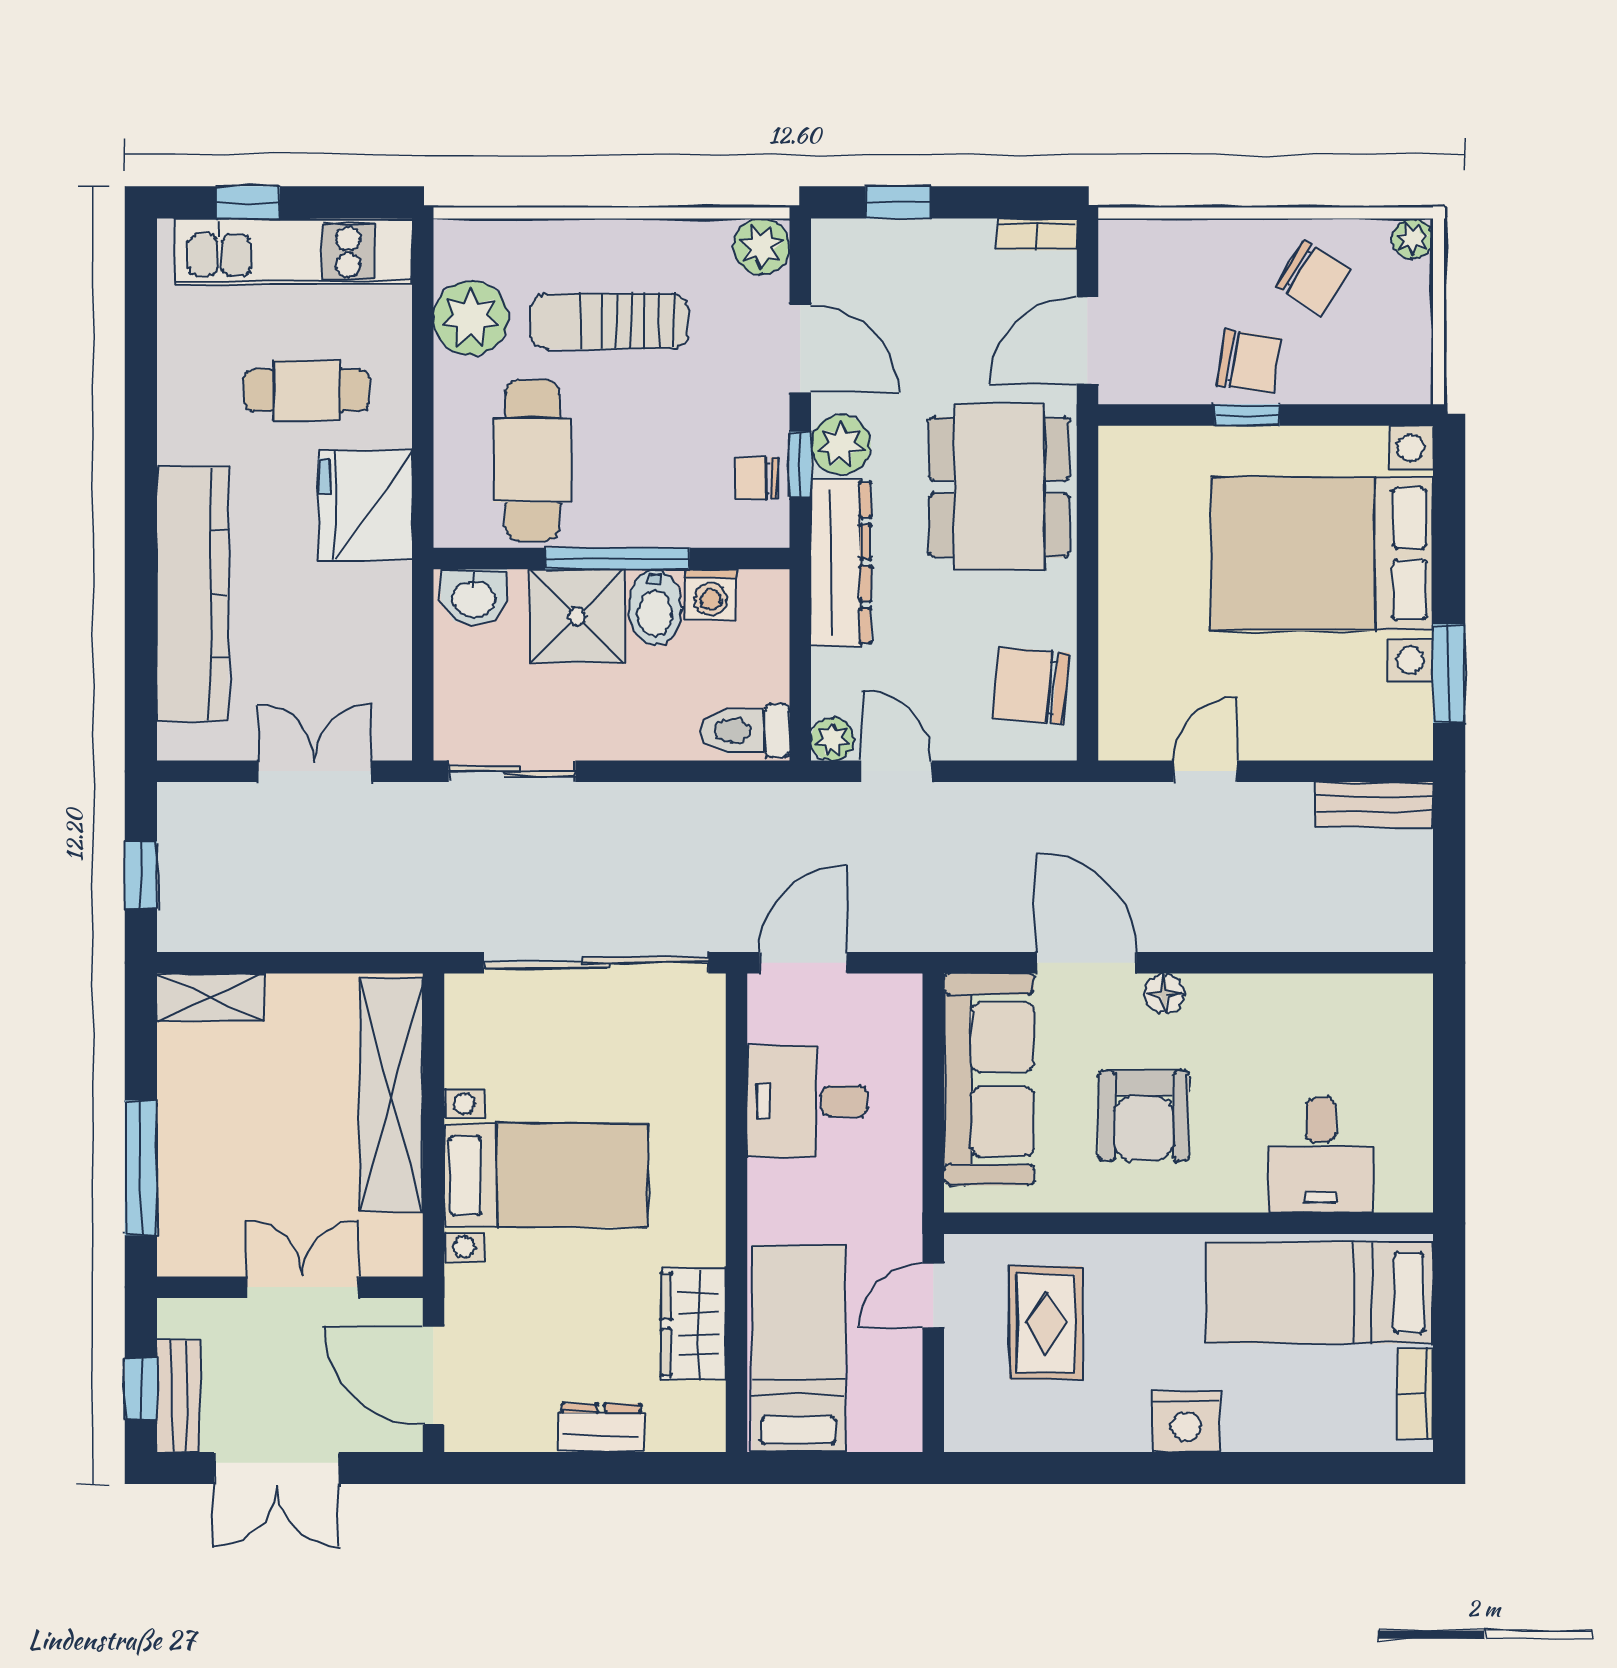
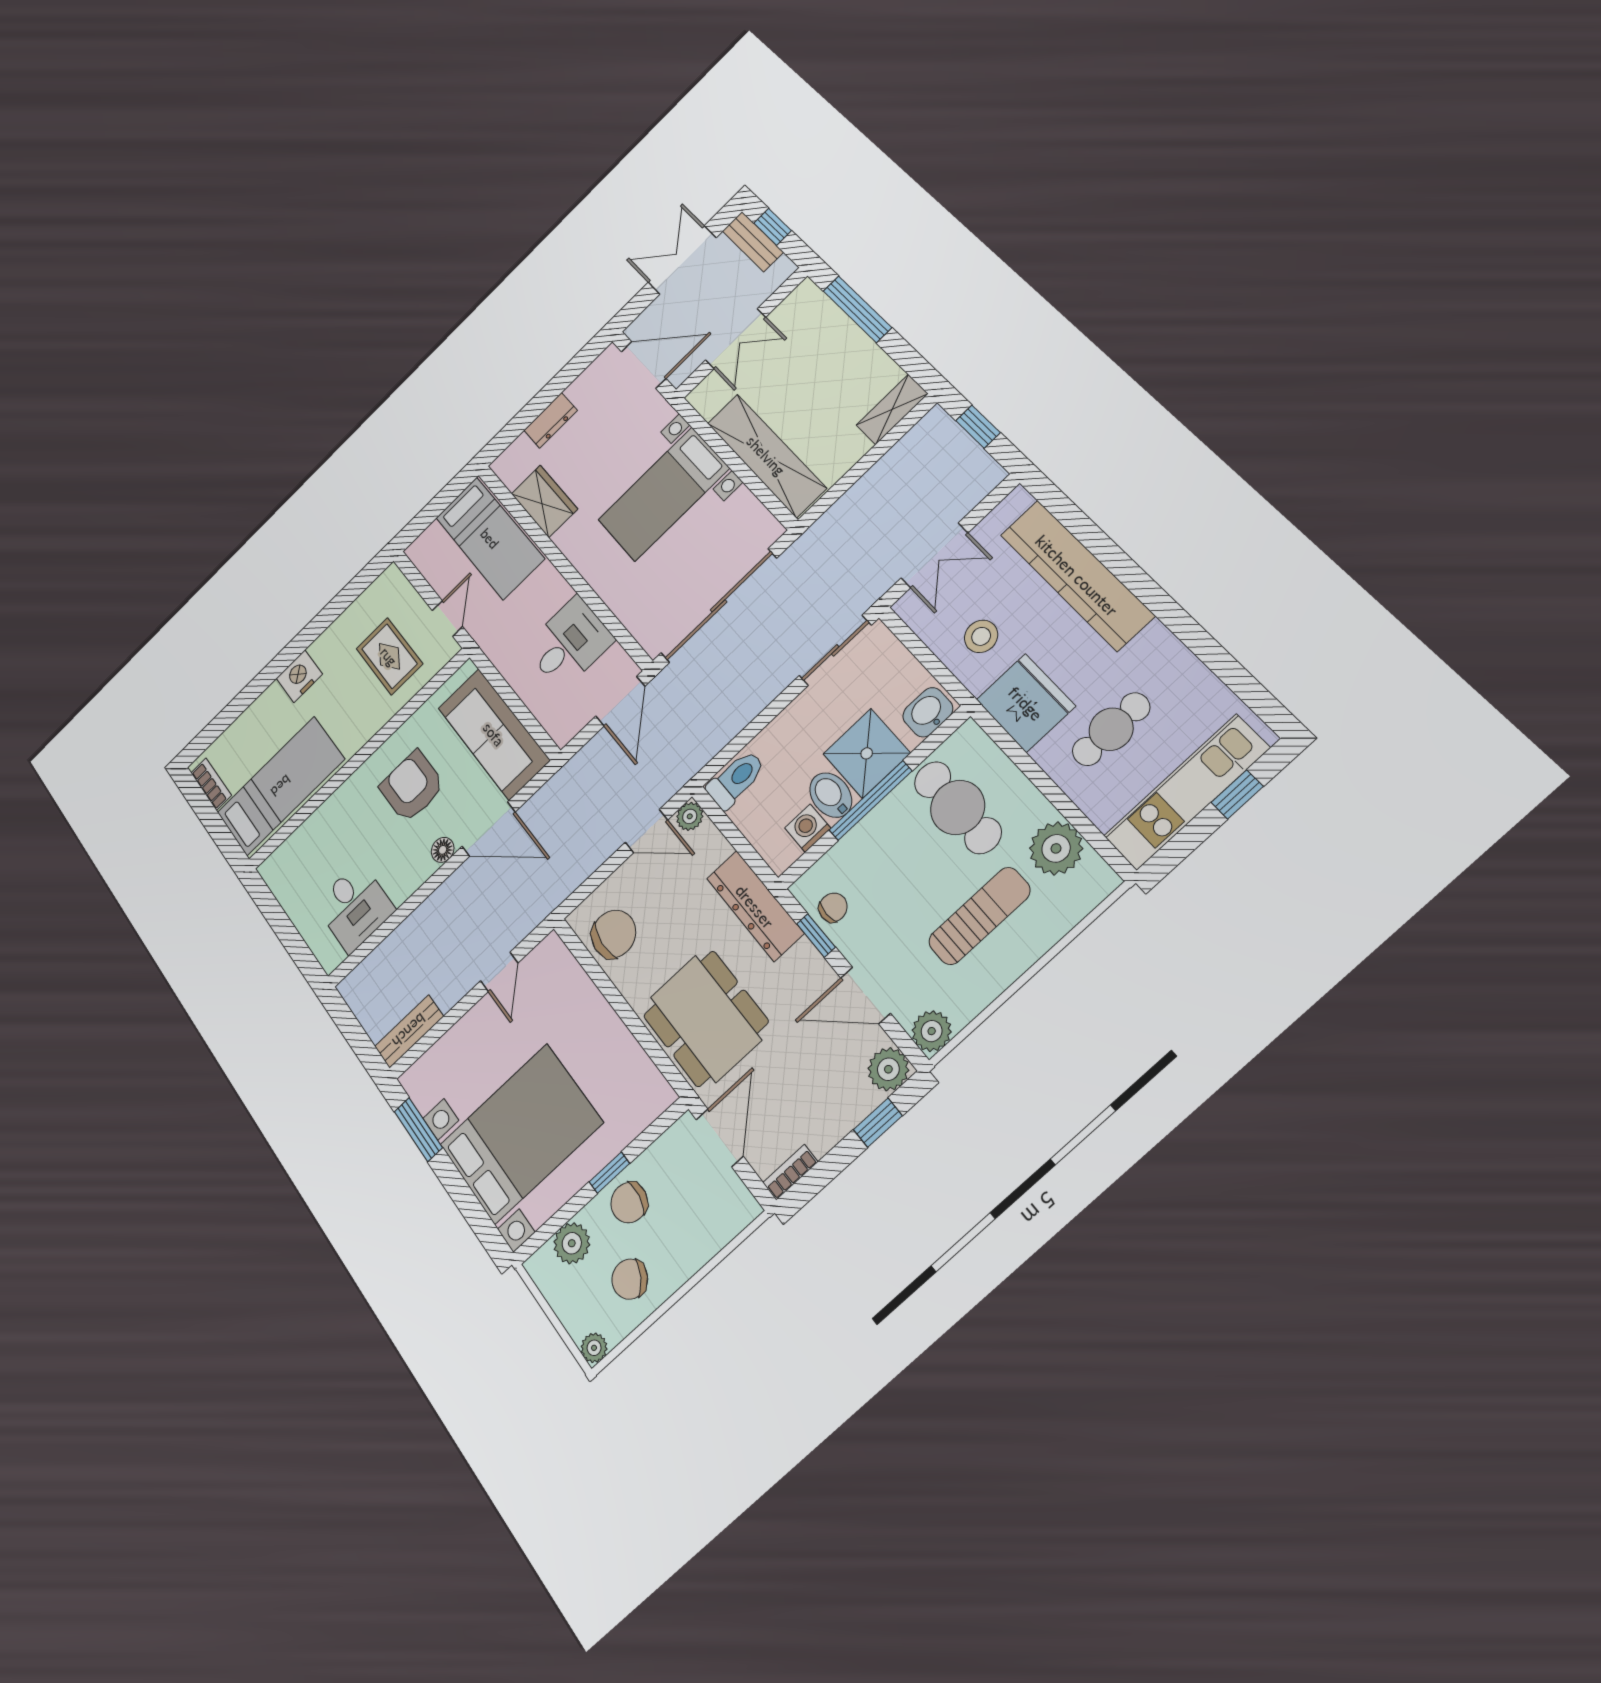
plant: (1353, 375) -> (572, 1243), added
plant: (841, 445) -> (888, 1069), moved
stool: (347, 626) -> (981, 636), added
desk: (1321, 1155) -> (355, 907), moved, turned 180

